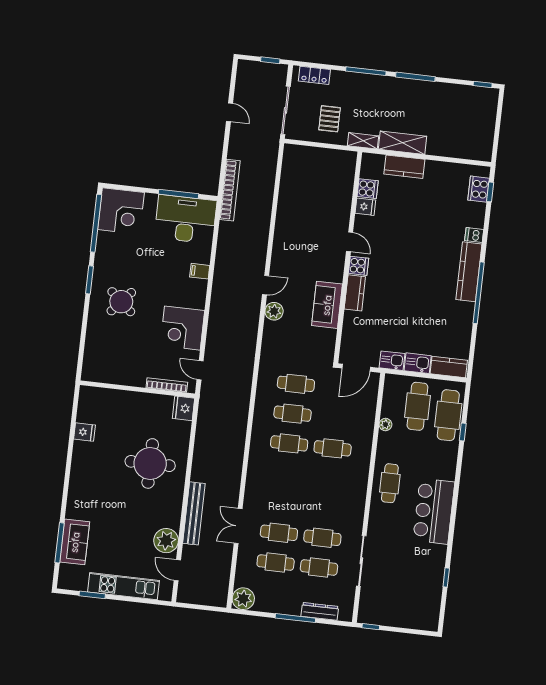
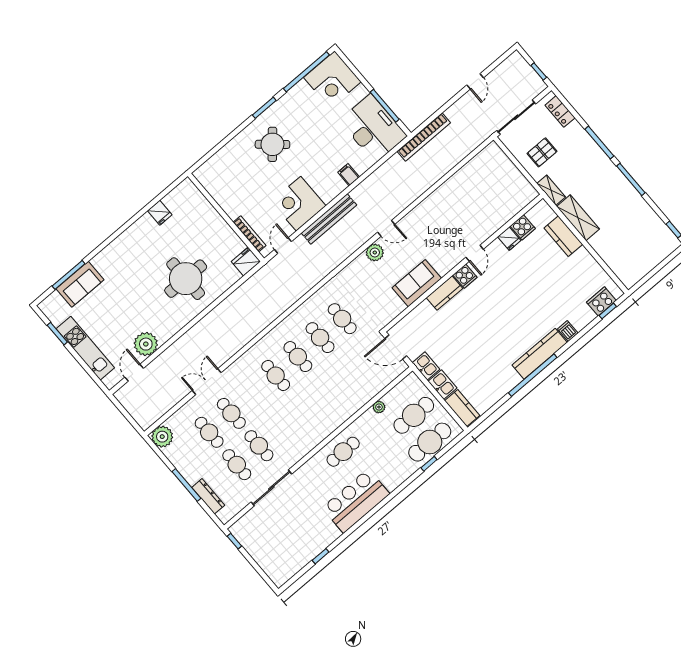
cafe table: (333, 448) -> (276, 375), moved
bench: (194, 513) -> (329, 219), moved

